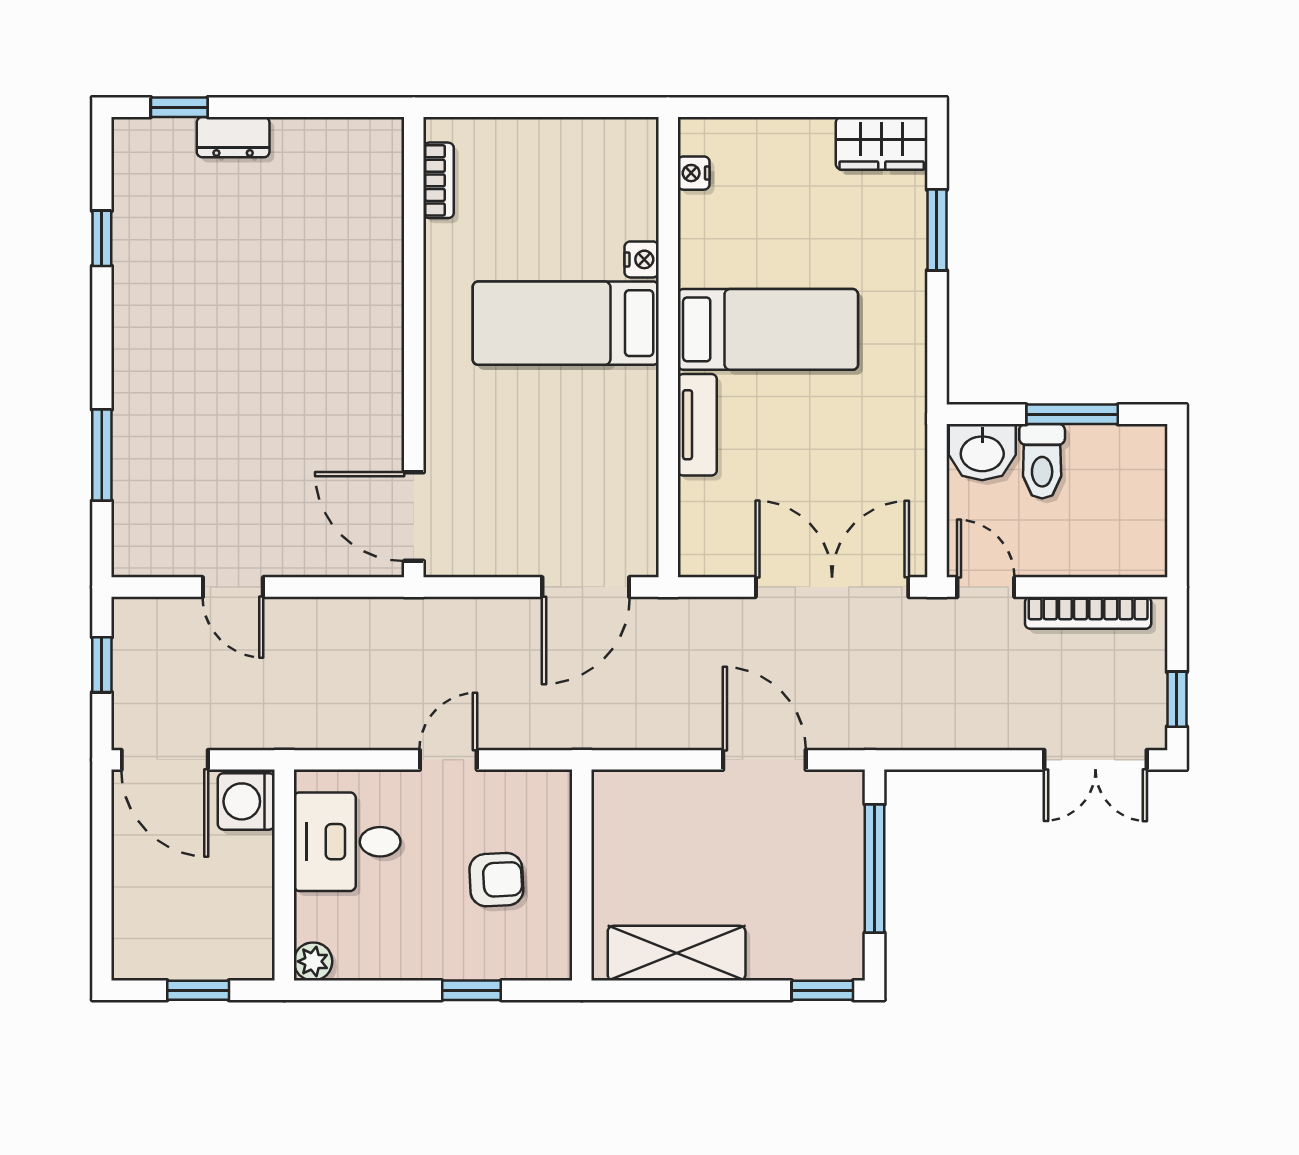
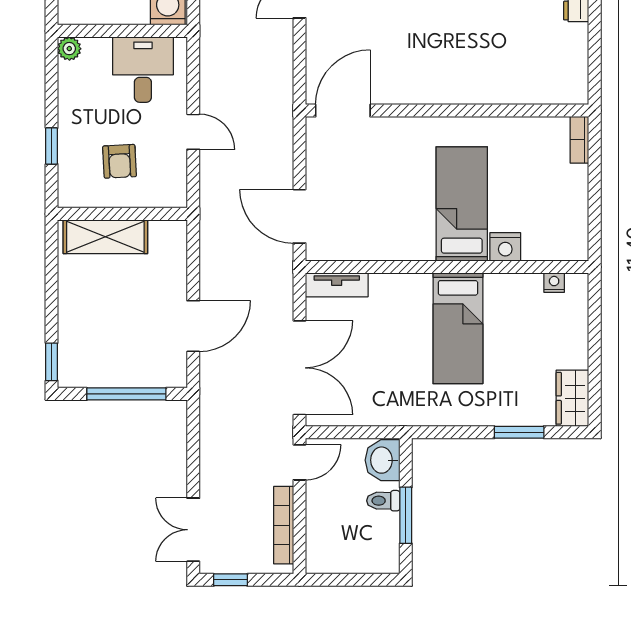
bookcase: (439, 180) -> (579, 140), moved, turned 90
nightstand: (642, 259) -> (505, 247), width x1.39, depth x1.35
tv unit: (697, 425) -> (337, 285), moved
toilet: (1042, 461) -> (383, 501), width x0.73, depth x0.72
shelving: (677, 953) -> (105, 237), moved, turned 90

